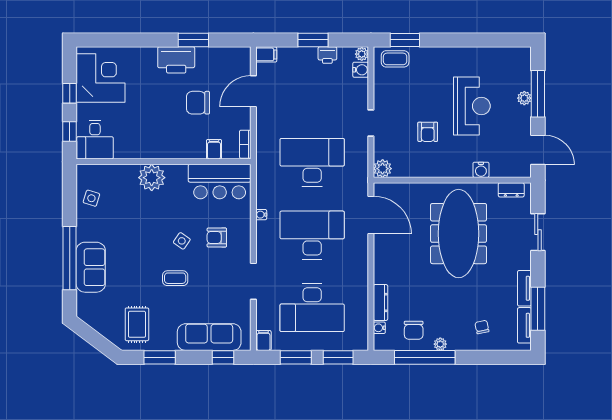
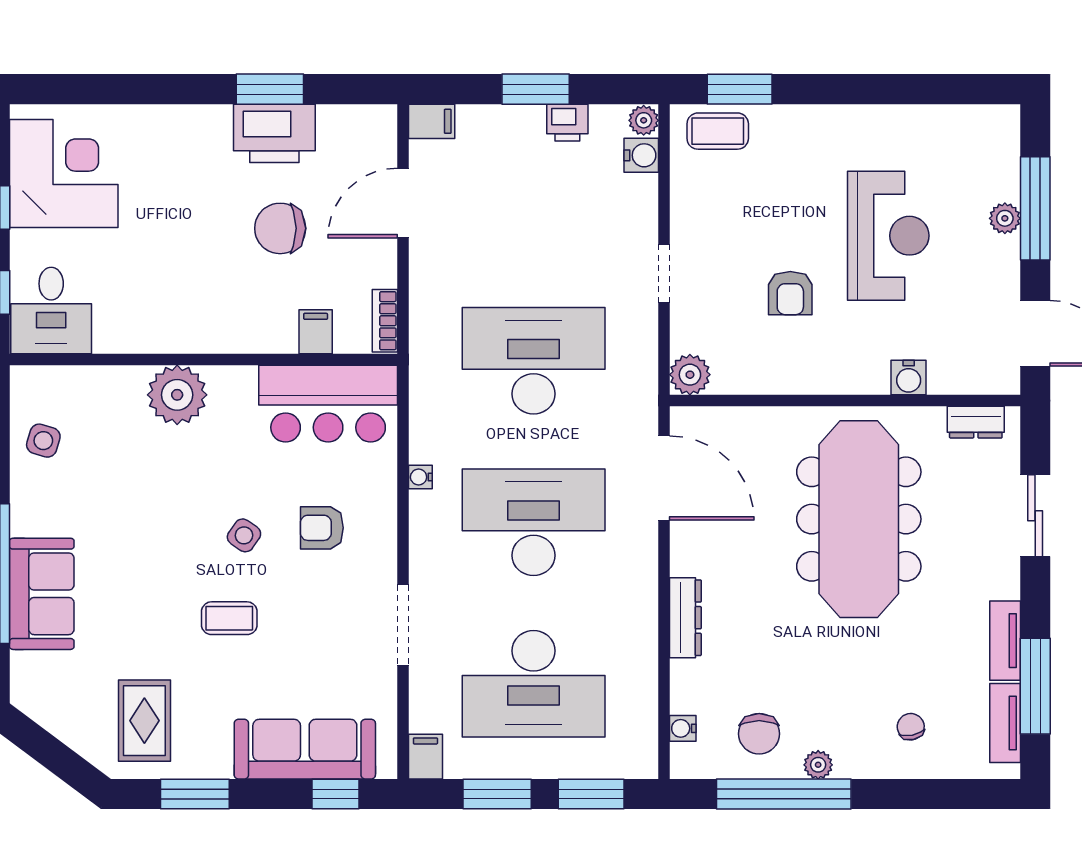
printer: (176, 60) -> (274, 133), moved
dresser: (380, 302) -> (685, 618), moved

